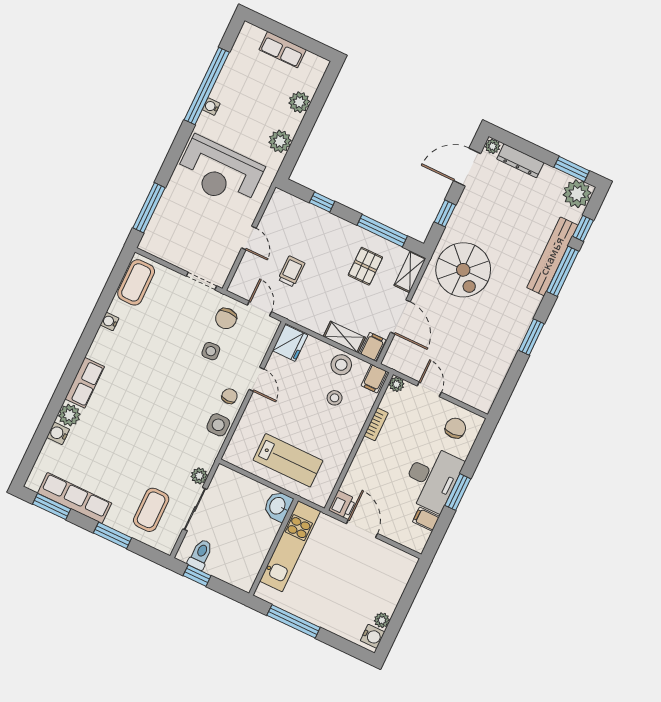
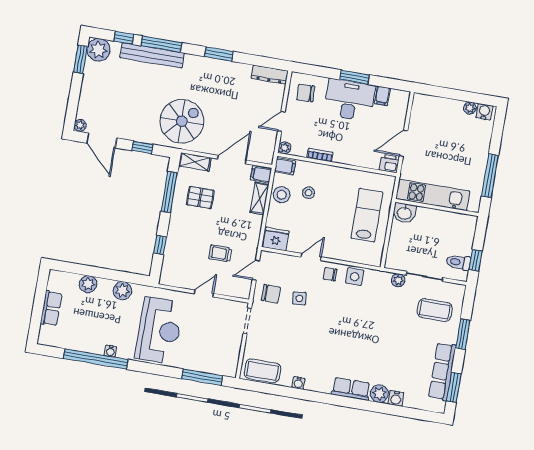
dresser: (520, 161) -> (270, 75), moved, turned 90

